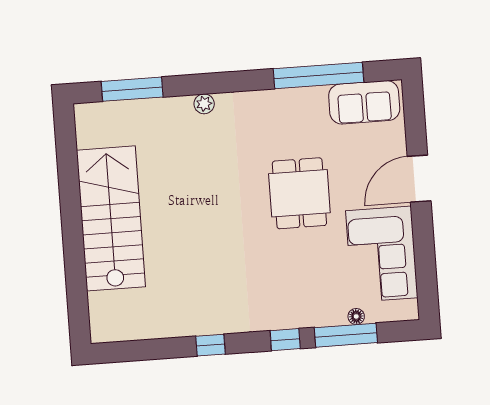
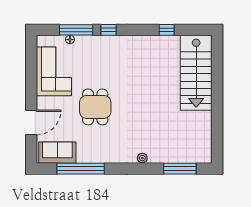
door: (419, 179) -> (31, 122), moved
stairs: (111, 218) -> (196, 73), moved
window: (210, 345) -> (167, 30), moved

